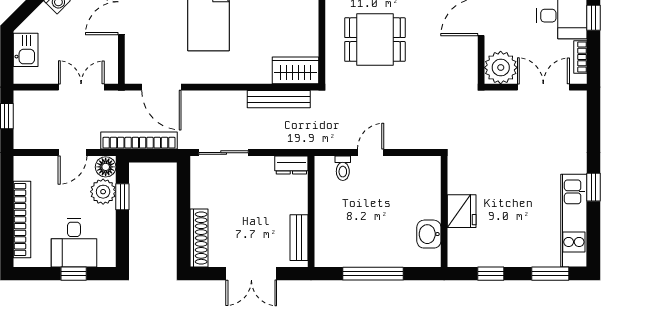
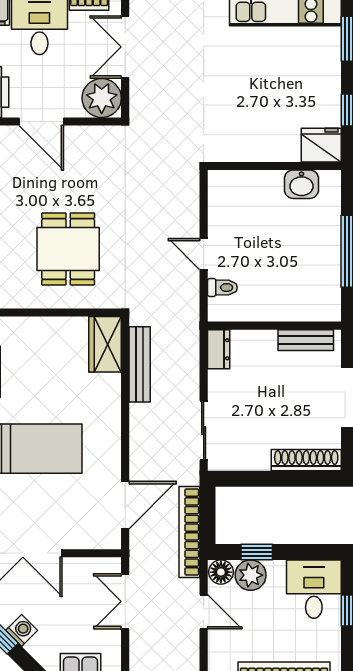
fridge: (462, 211) -> (321, 145), moved
desk: (74, 243) -> (314, 589), moved, turned -90

